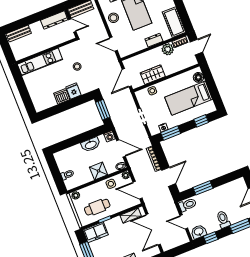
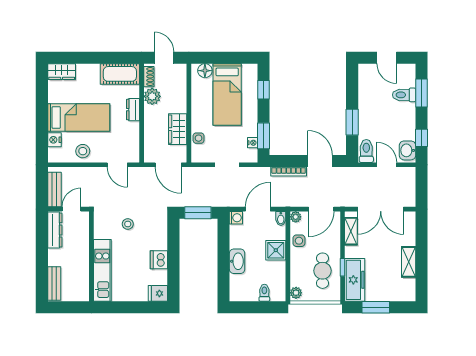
door: (113, 44) -> (117, 165), hinge flipped
fridge: (73, 91) -> (158, 293), moved
washbasin: (91, 145) -> (237, 261), moved
toilet: (223, 219) -> (404, 95), moved
door: (184, 222) -> (387, 165), swing flipped
freezer: (96, 232) -> (355, 280), width x1.40

